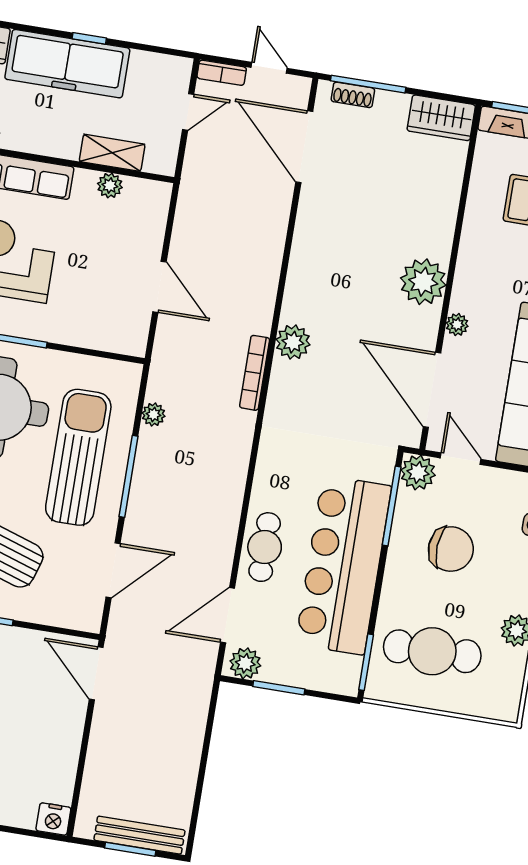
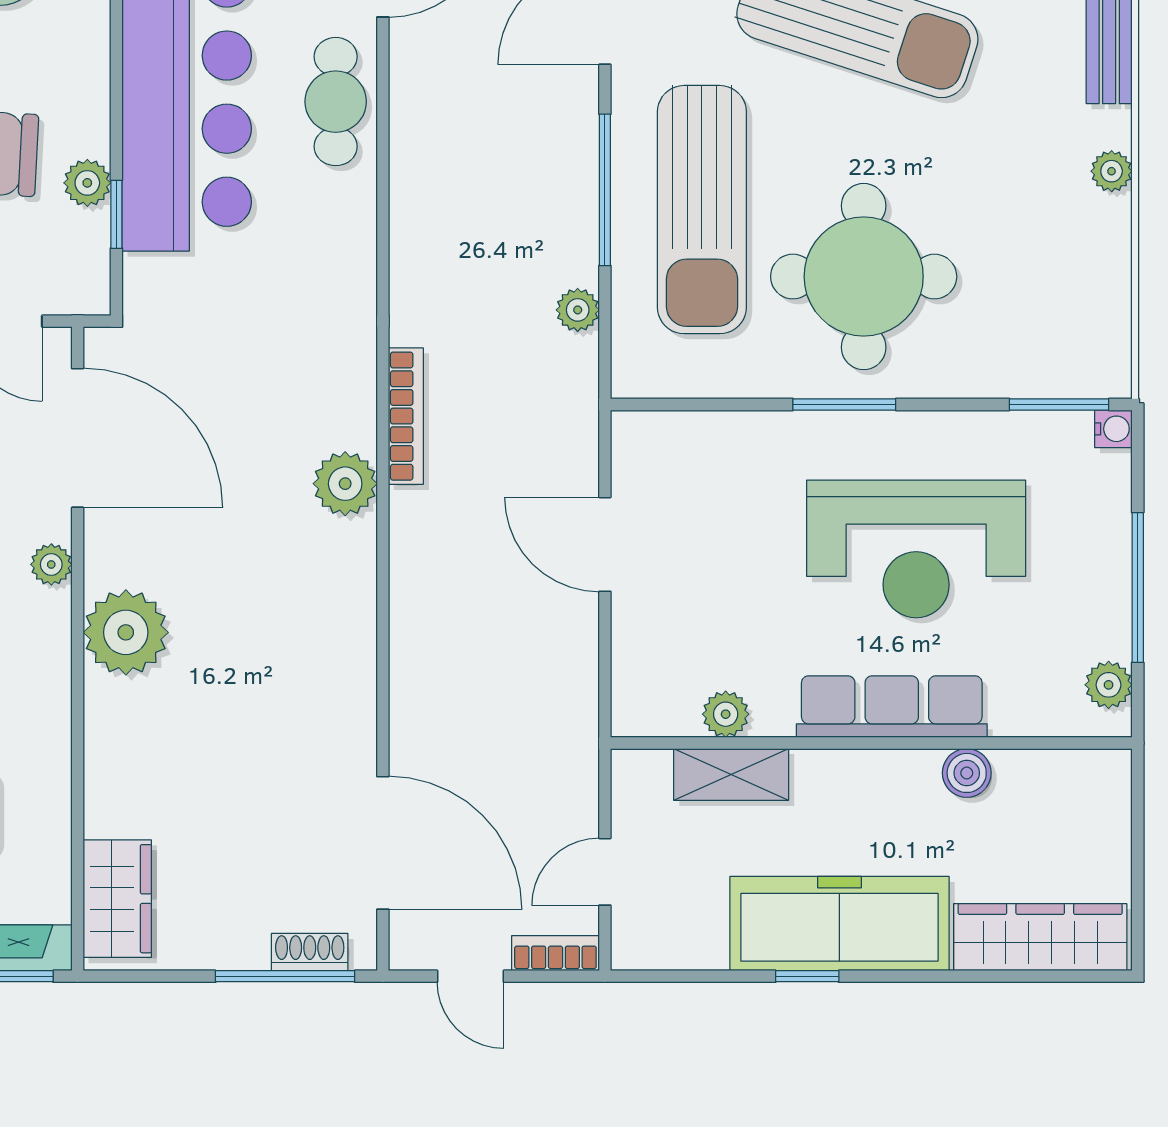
wardrobe: (441, 118) -> (117, 899), moved, turned 90
plant: (418, 472) -> (87, 183), moved, width x0.73, depth x0.73
window: (392, 506) -> (116, 214), width x0.46

